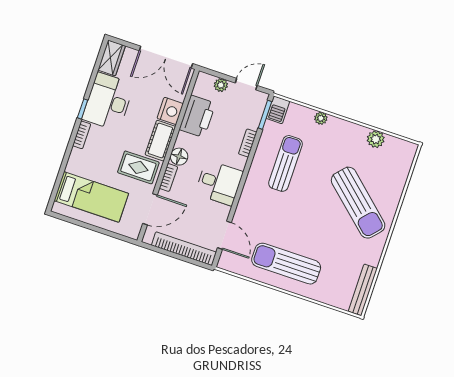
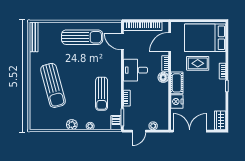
desk: (108, 102) -> (214, 95), removed
printer: (197, 116) -> (160, 104), removed
plant: (376, 139) -> (72, 125), moved
rug: (138, 167) -> (198, 63), moved
bed: (91, 197) -> (205, 38), width x1.50
sun lounger: (358, 203) -> (53, 85), turned -147

